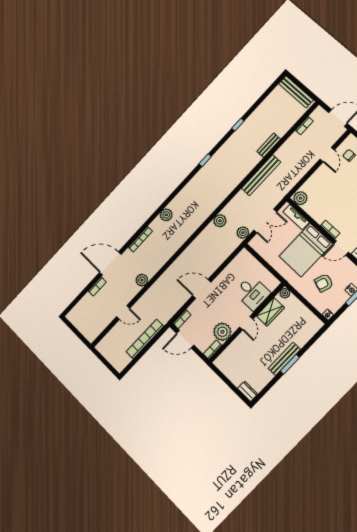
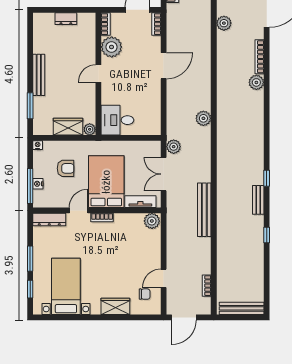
bench: (269, 145) -> (258, 200), moved
door: (327, 155) -> (164, 278), hinge flipped
plant: (166, 215) -> (256, 82), moved
plant: (220, 221) -> (203, 118), moved
armchair: (324, 283) -> (65, 168), turned 71
desk: (252, 293) -> (117, 120), moved
wardrobe: (270, 312) -> (68, 127), moved, turned 90
door: (246, 323) -> (98, 73), hinge flipped
window: (290, 364) -> (30, 106), moved
dresser: (248, 391) -> (66, 19), moved

